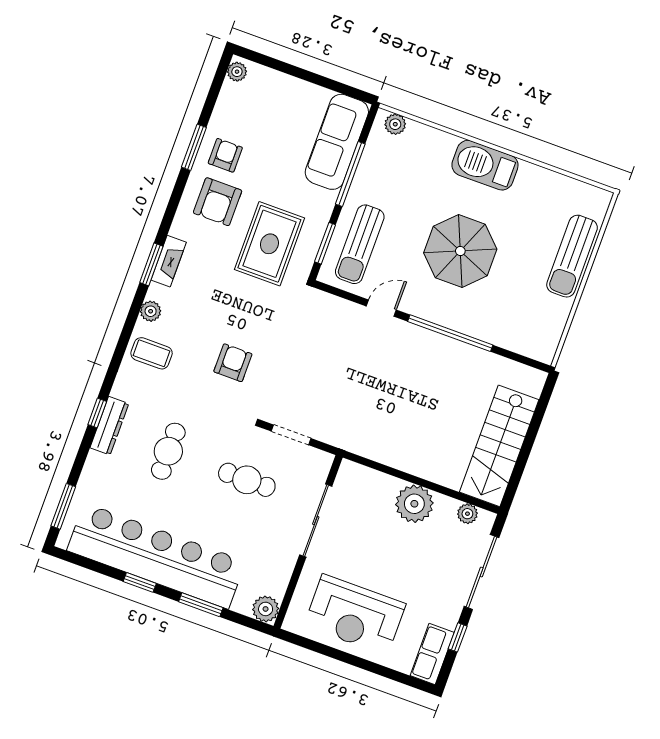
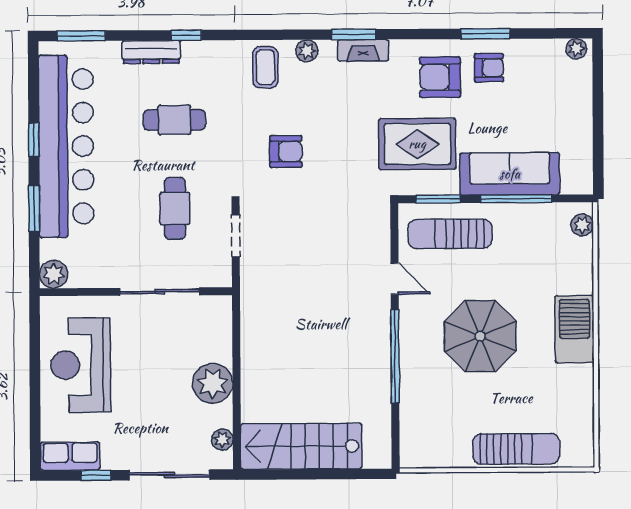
sofa: (337, 142) -> (510, 174), moved
sun lounger: (572, 256) -> (516, 449), turned 180
dresser: (109, 426) -> (151, 52), moved

